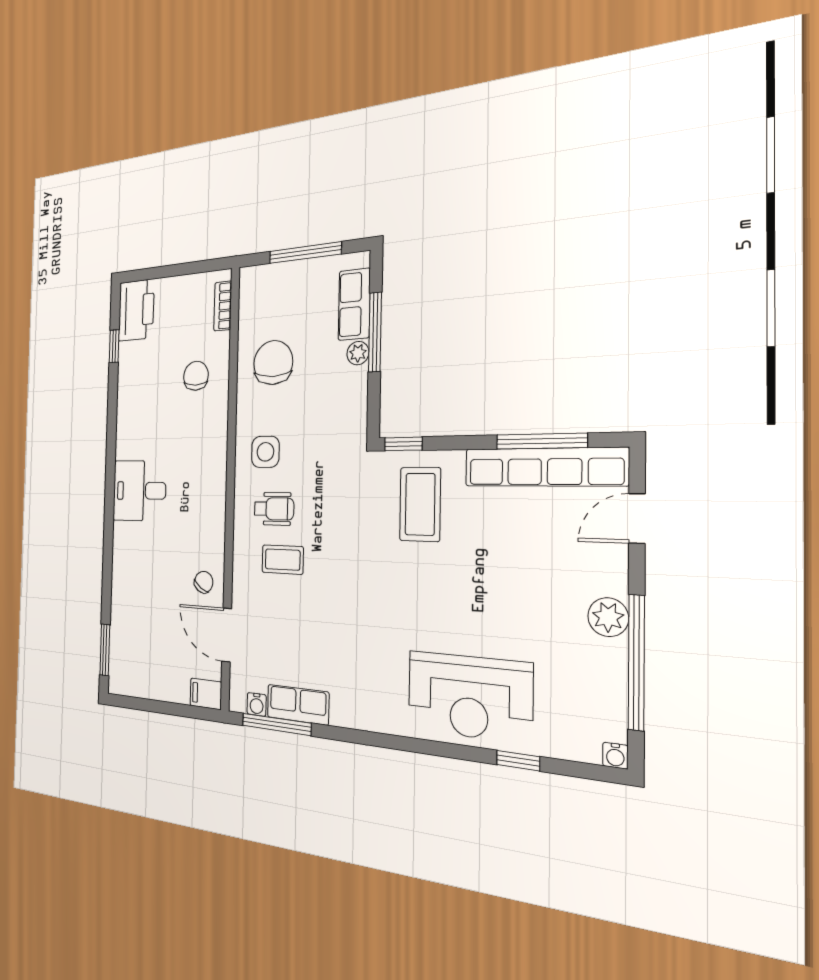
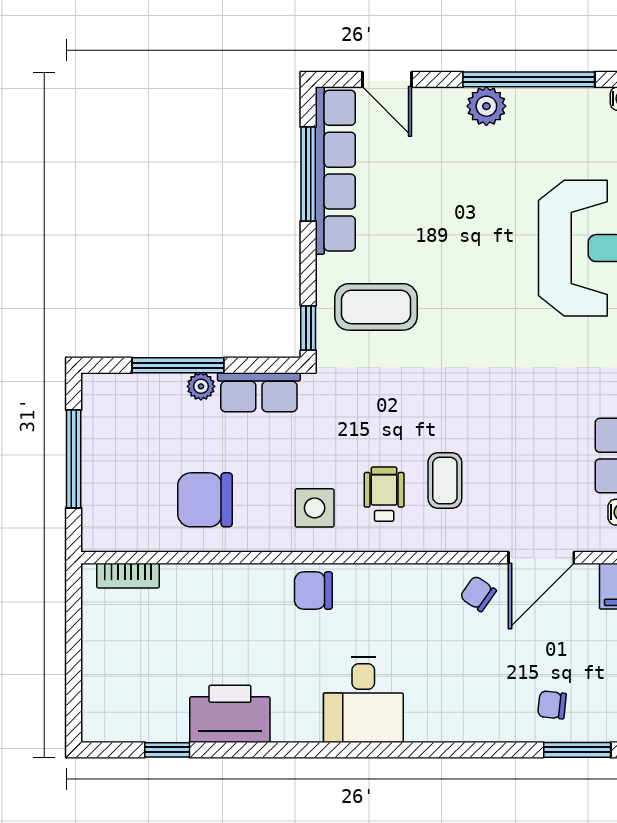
row of seats: (354, 304) -> (259, 392), moved
printer: (136, 310) -> (230, 714), moved
chair: (196, 376) -> (313, 591), moved
chair: (132, 634) -> (552, 705), added

